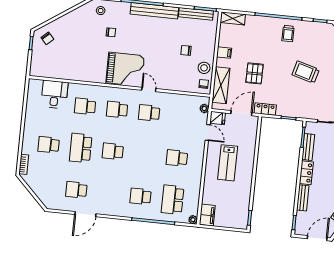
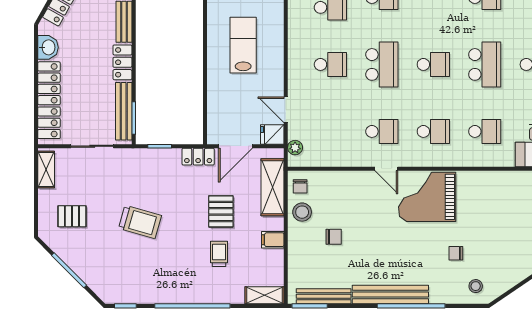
trolley: (288, 34) -> (219, 254), moved
bench: (308, 147) -> (124, 111), width x1.36
school desk: (145, 155) -> (382, 64), added
lab bench: (228, 163) -> (243, 45), moved

